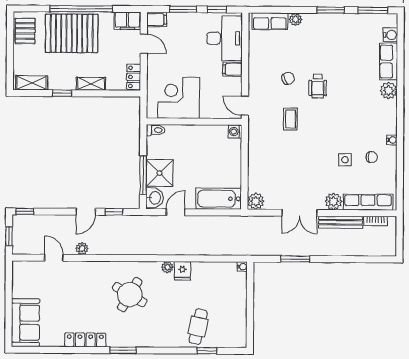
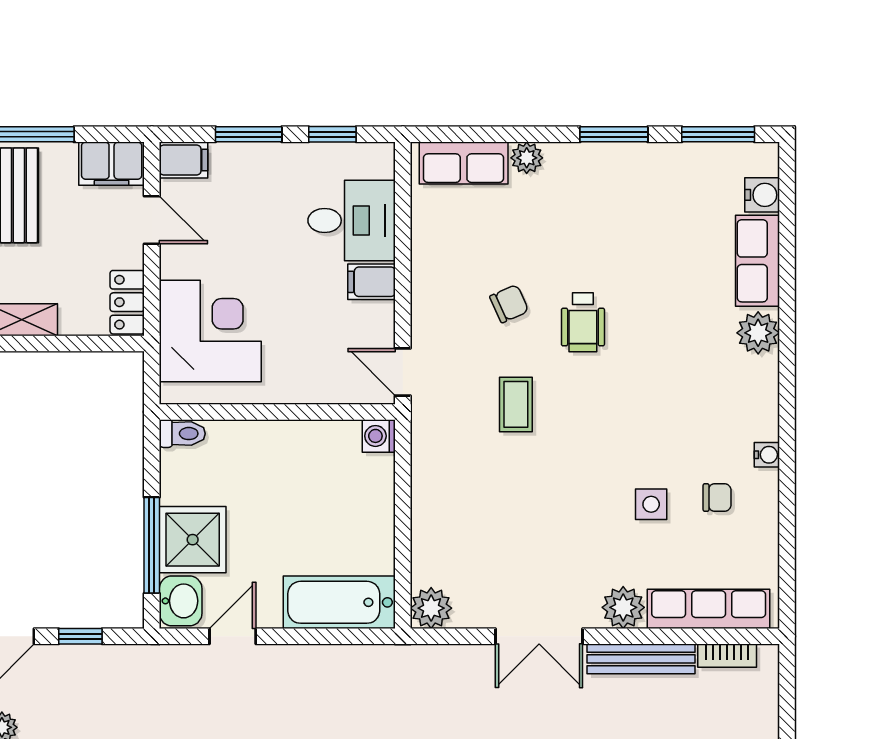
desk: (225, 38) -> (352, 220), width x0.73
corner desk: (179, 98) -> (210, 331), moved, turned 90

